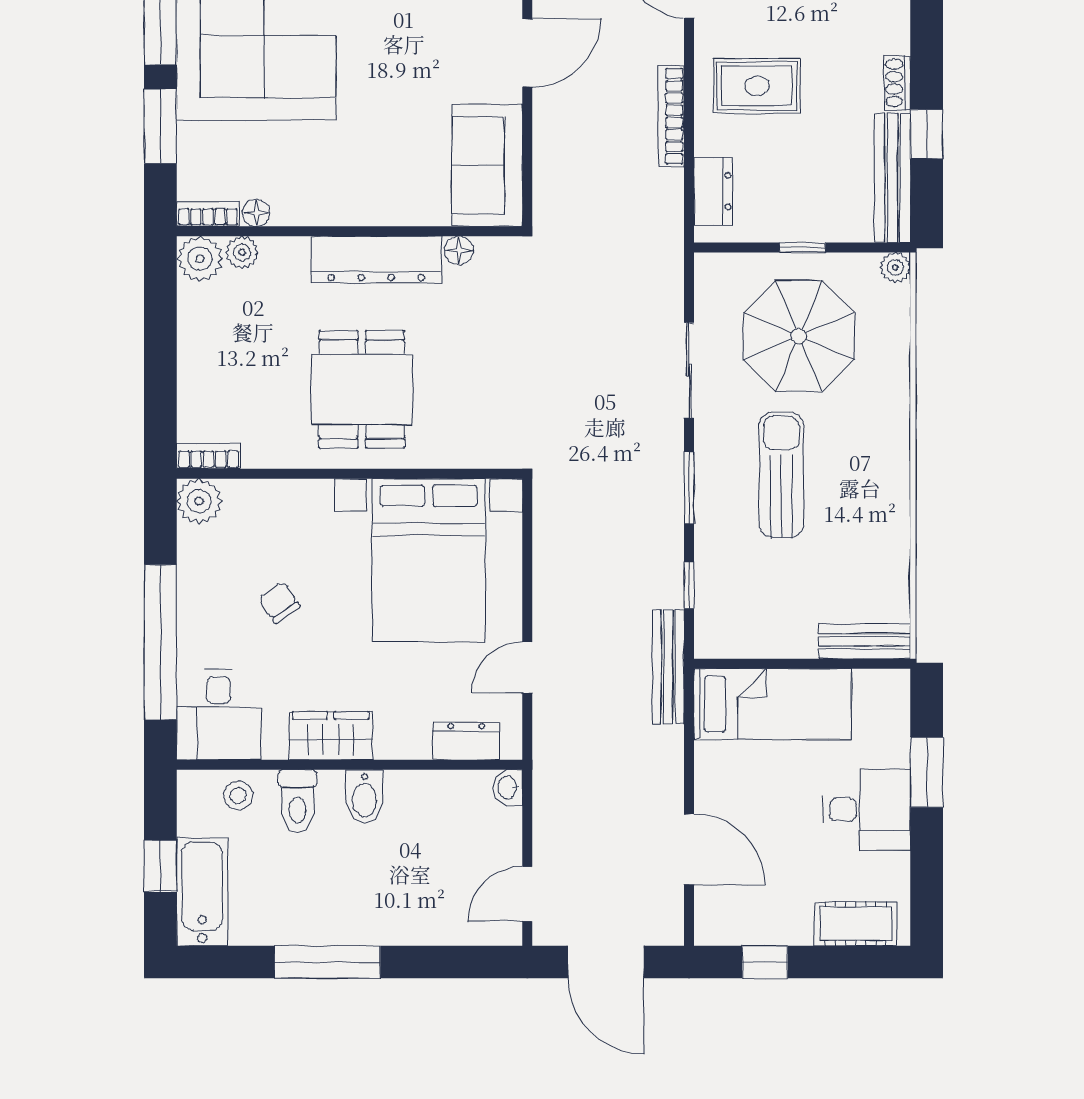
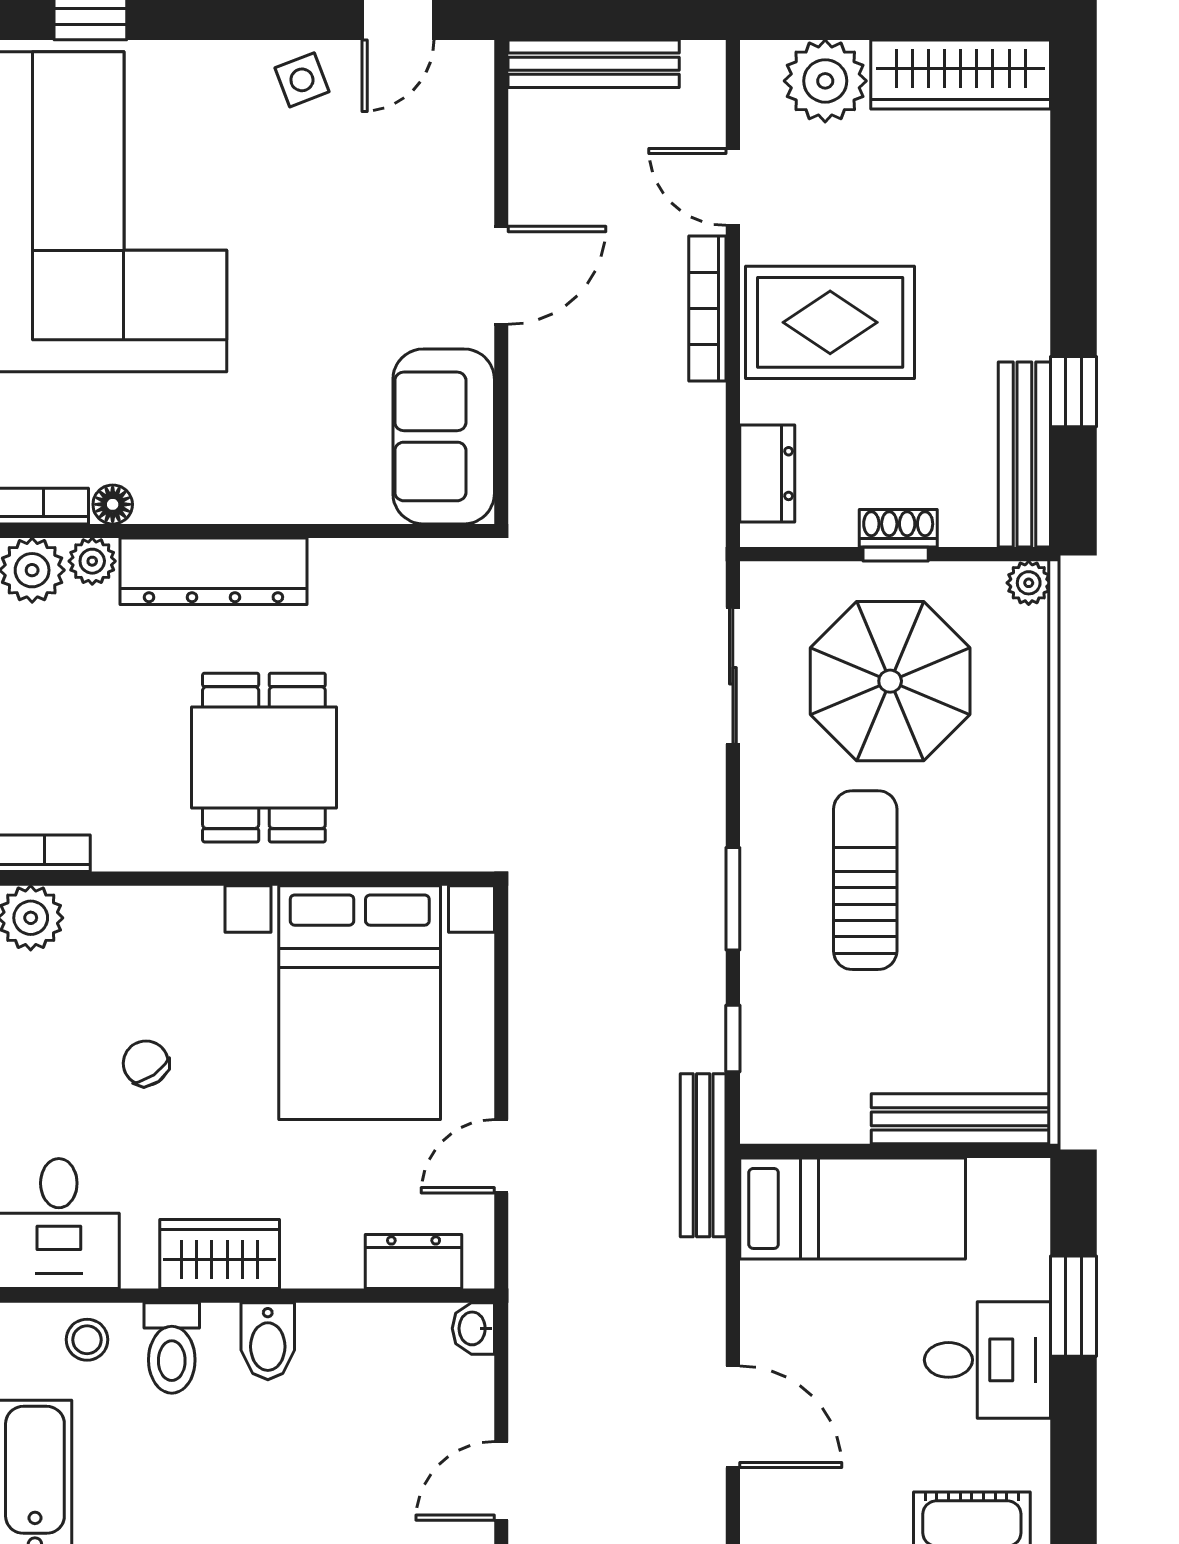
shoe rack: (897, 83) -> (898, 528), moved, turned 90
rug: (757, 86) -> (830, 322), width x1.36, depth x1.43
bookcase: (671, 116) -> (707, 308), moved
floor lamp: (459, 250) -> (403, 558), removed
dresser: (376, 259) -> (213, 571), moved
sliding door: (689, 370) -> (733, 676), moved
bench: (865, 641) -> (961, 1119), width x1.36

